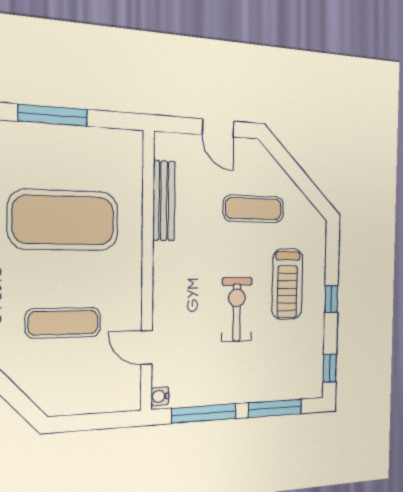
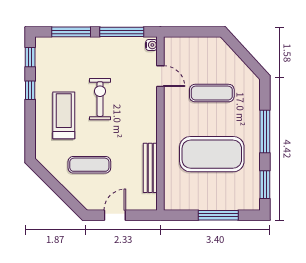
door: (218, 128) -> (115, 215), hinge flipped
window: (331, 299) -> (30, 90), moved
exercise bike: (237, 309) -> (100, 99), turned 180

